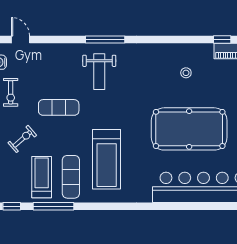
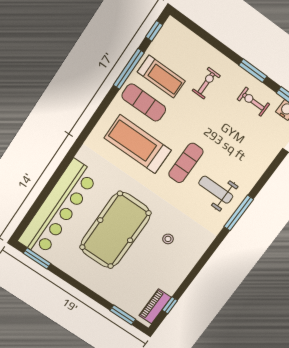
stool: (186, 73) -> (168, 239), moved
exercise mat: (59, 107) -> (186, 163), moved
exercise bike: (22, 139) -> (206, 83), turned -139

